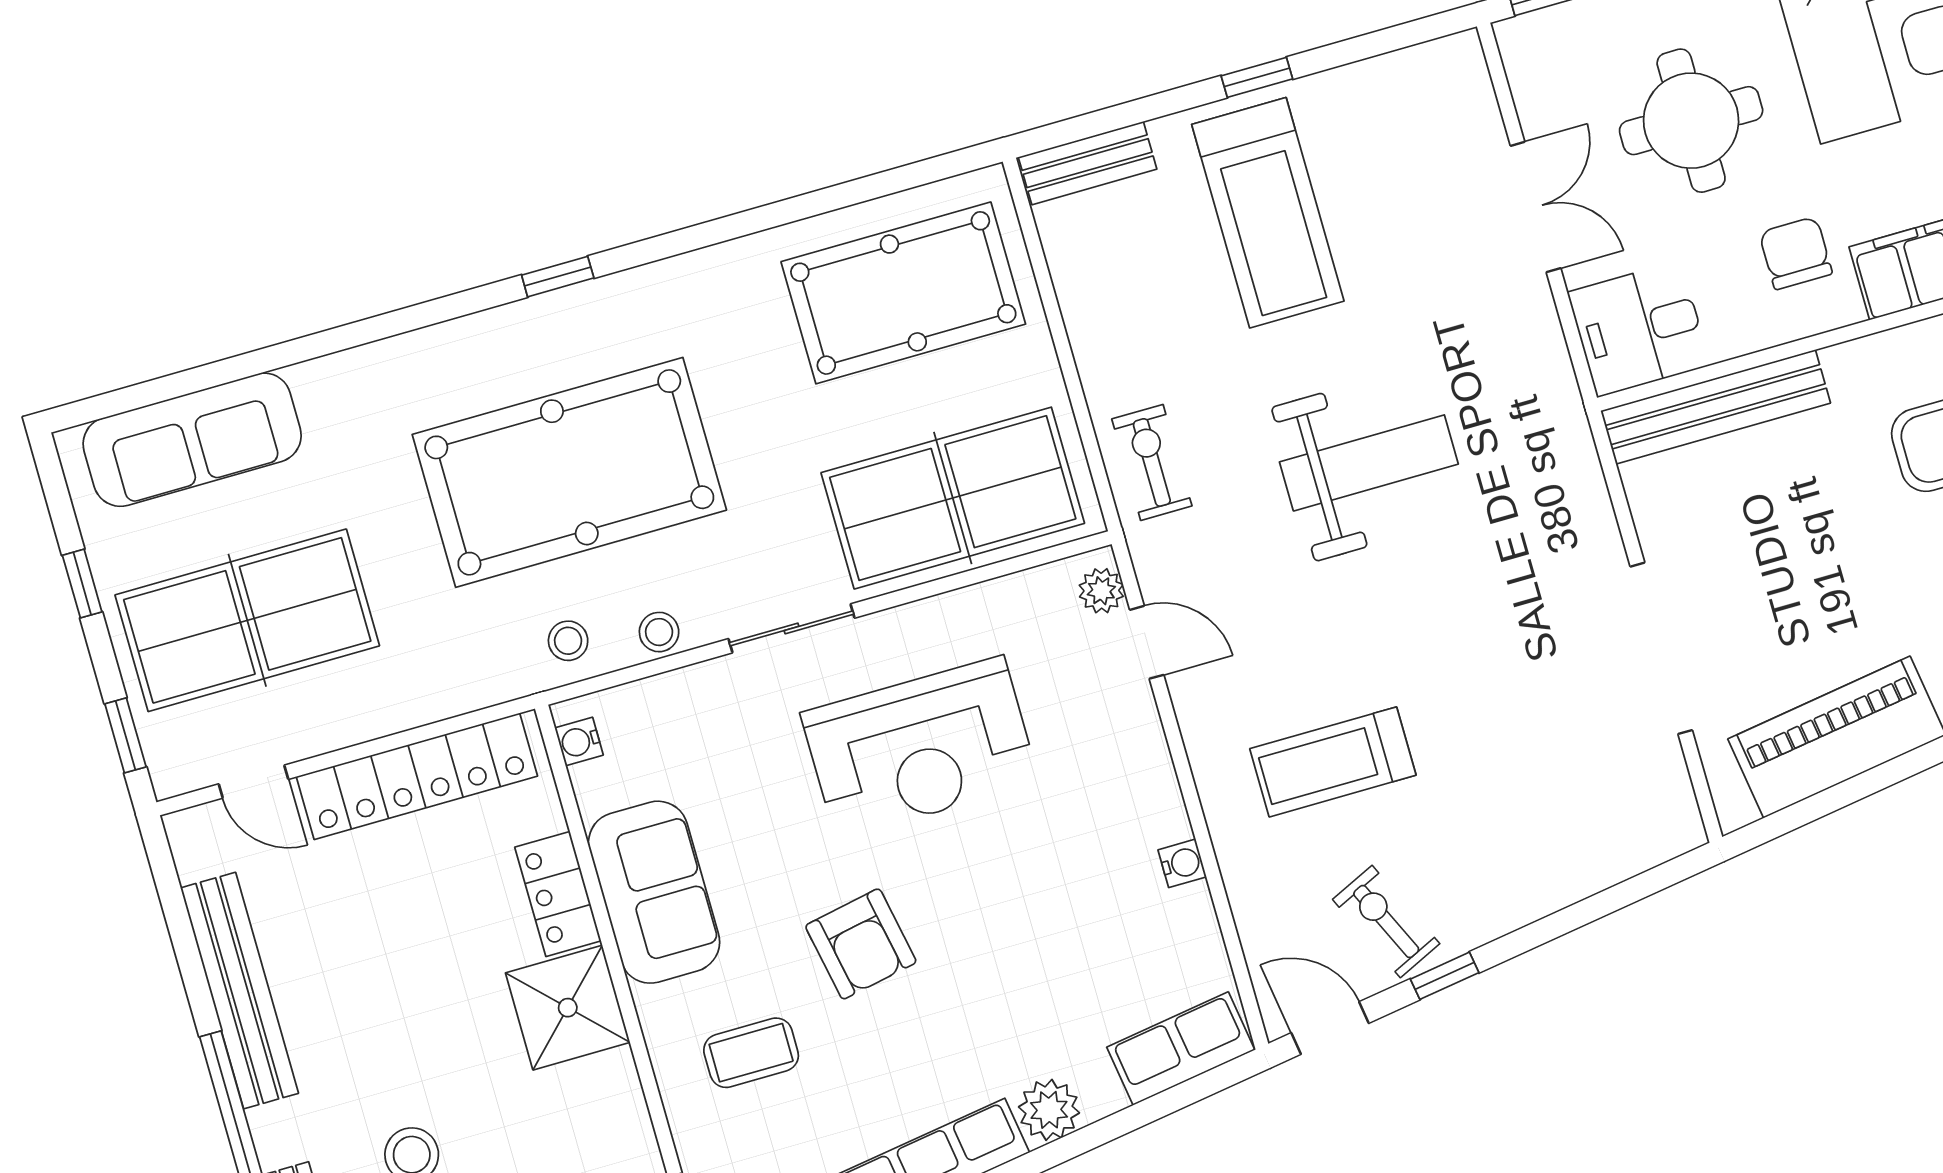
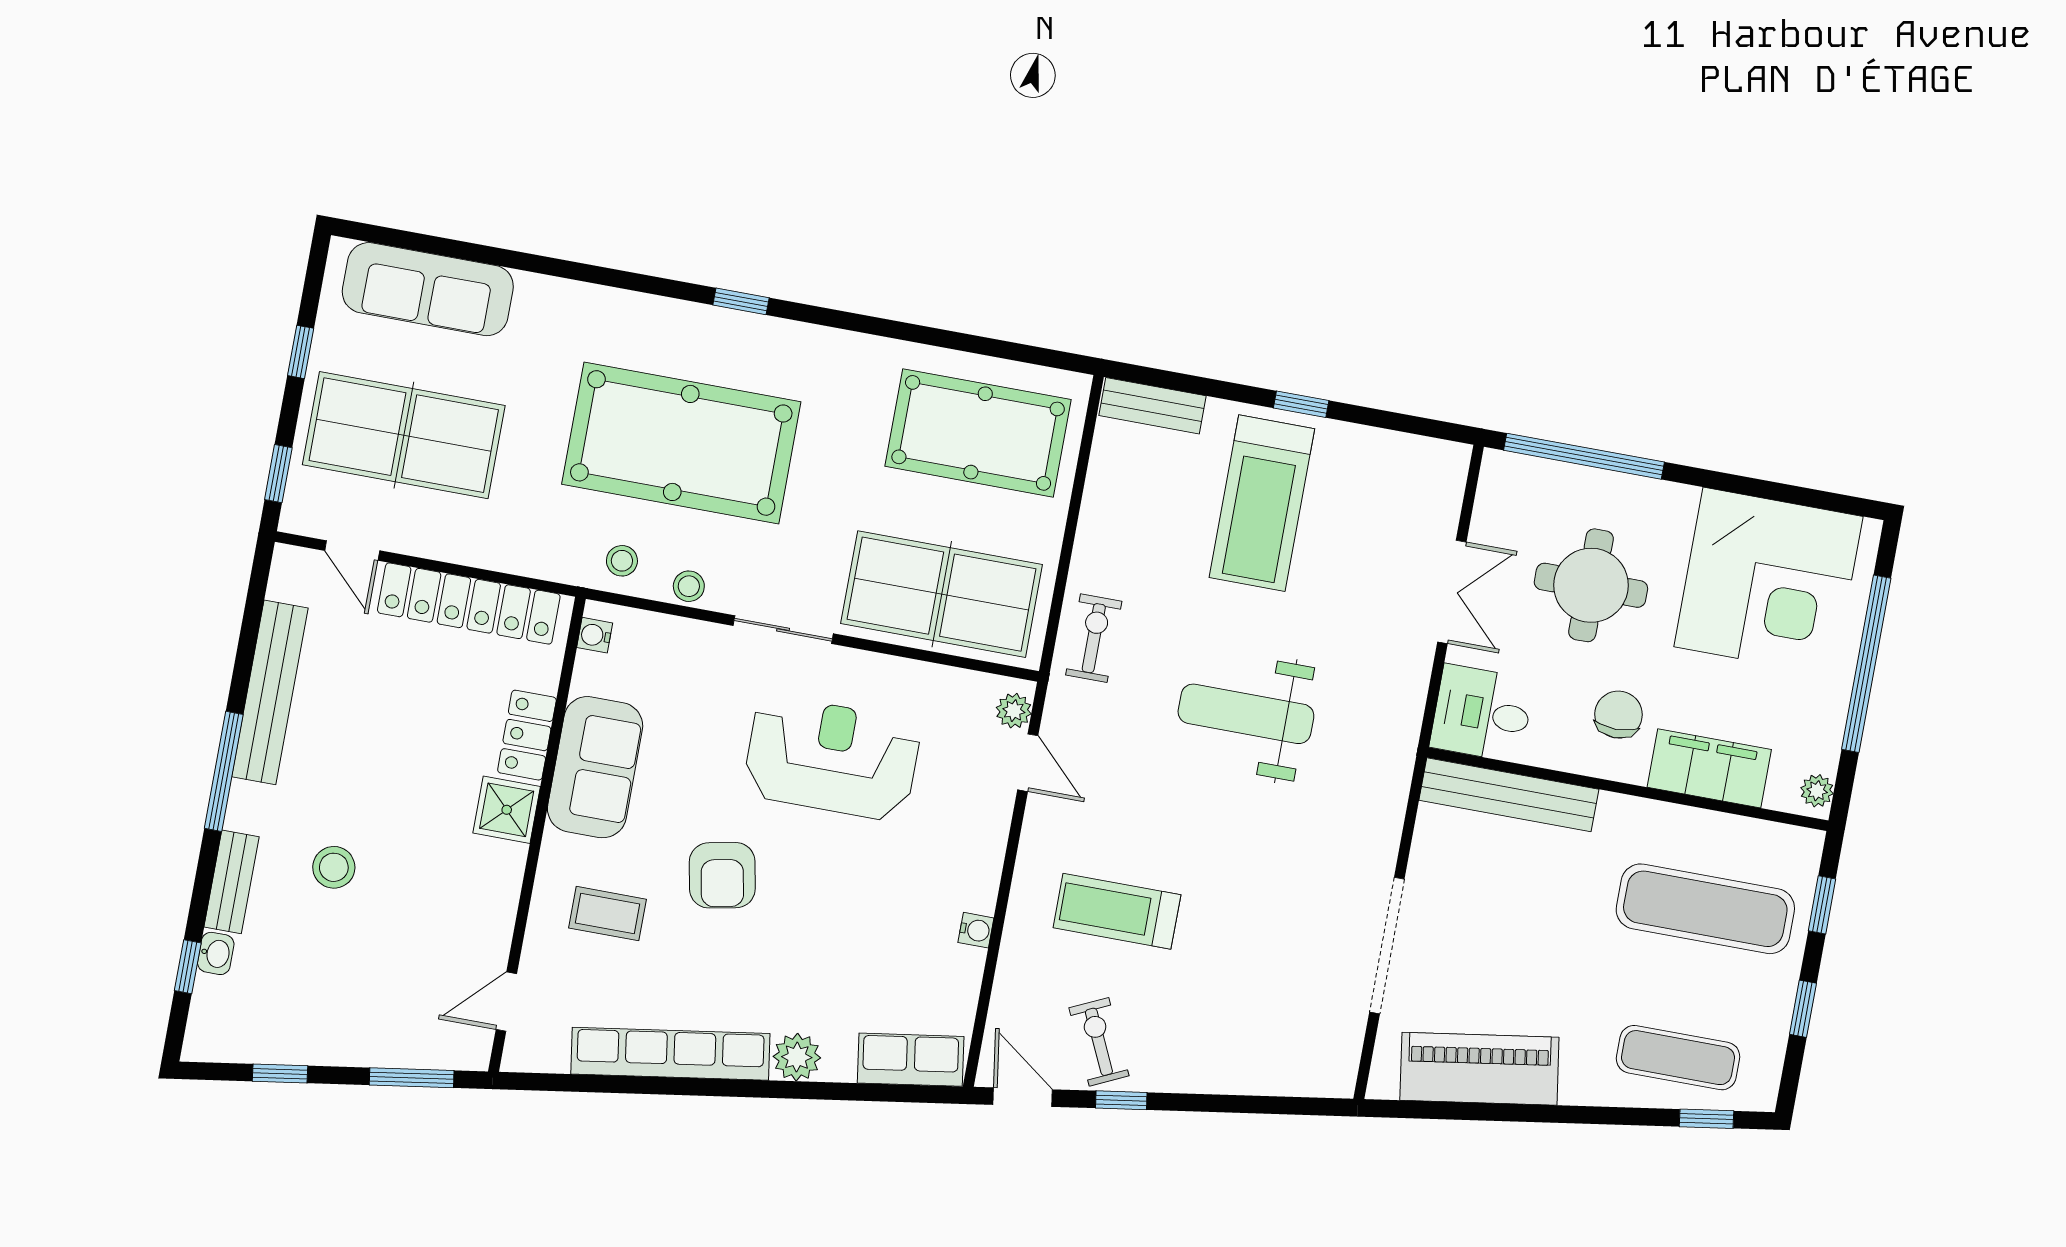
weight bench: (1369, 463) -> (1246, 714), turned 180
reception desk: (920, 748) -> (832, 758), turned 180
shower: (568, 1008) -> (507, 810), width x0.73, depth x0.73

